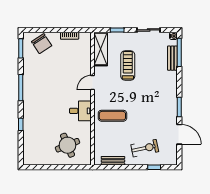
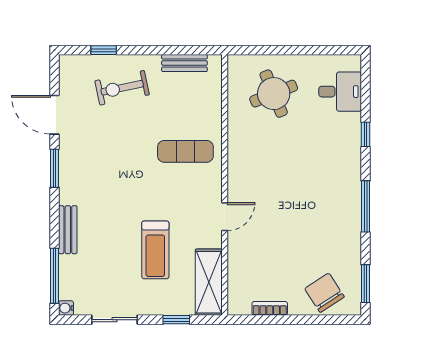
bench: (172, 58) -> (68, 230), moved
desk: (80, 111) -> (340, 92), moved, turned 180

